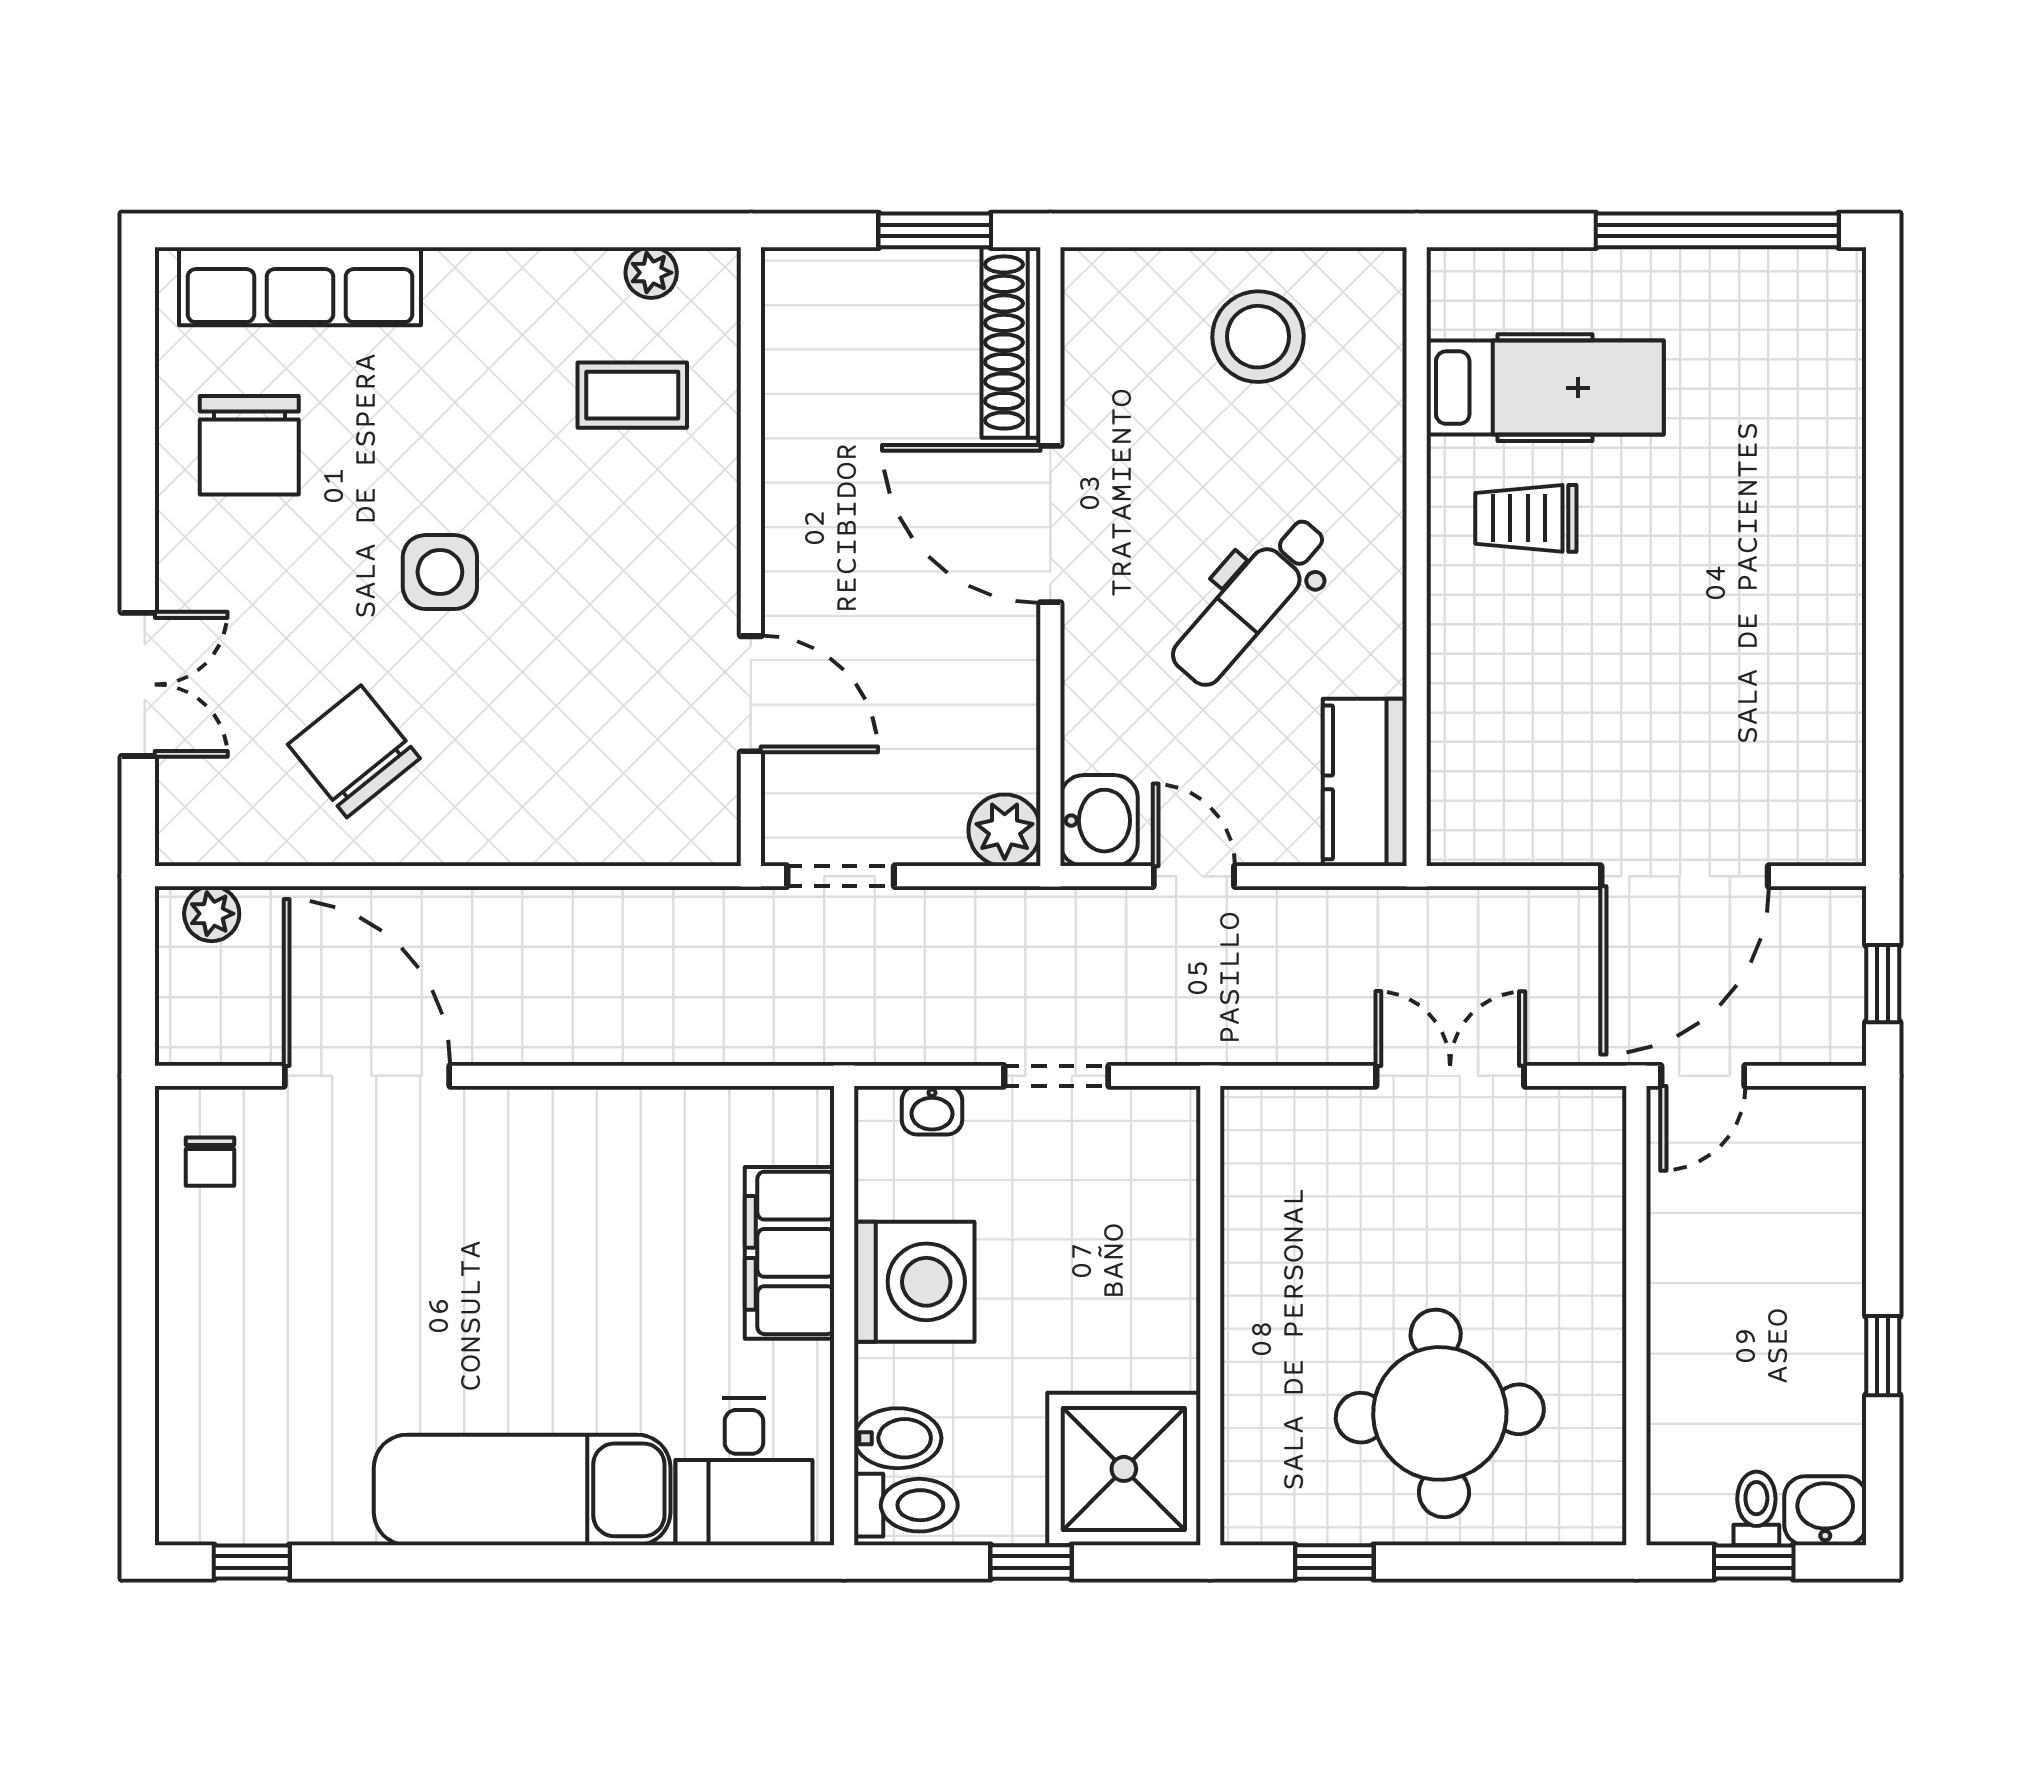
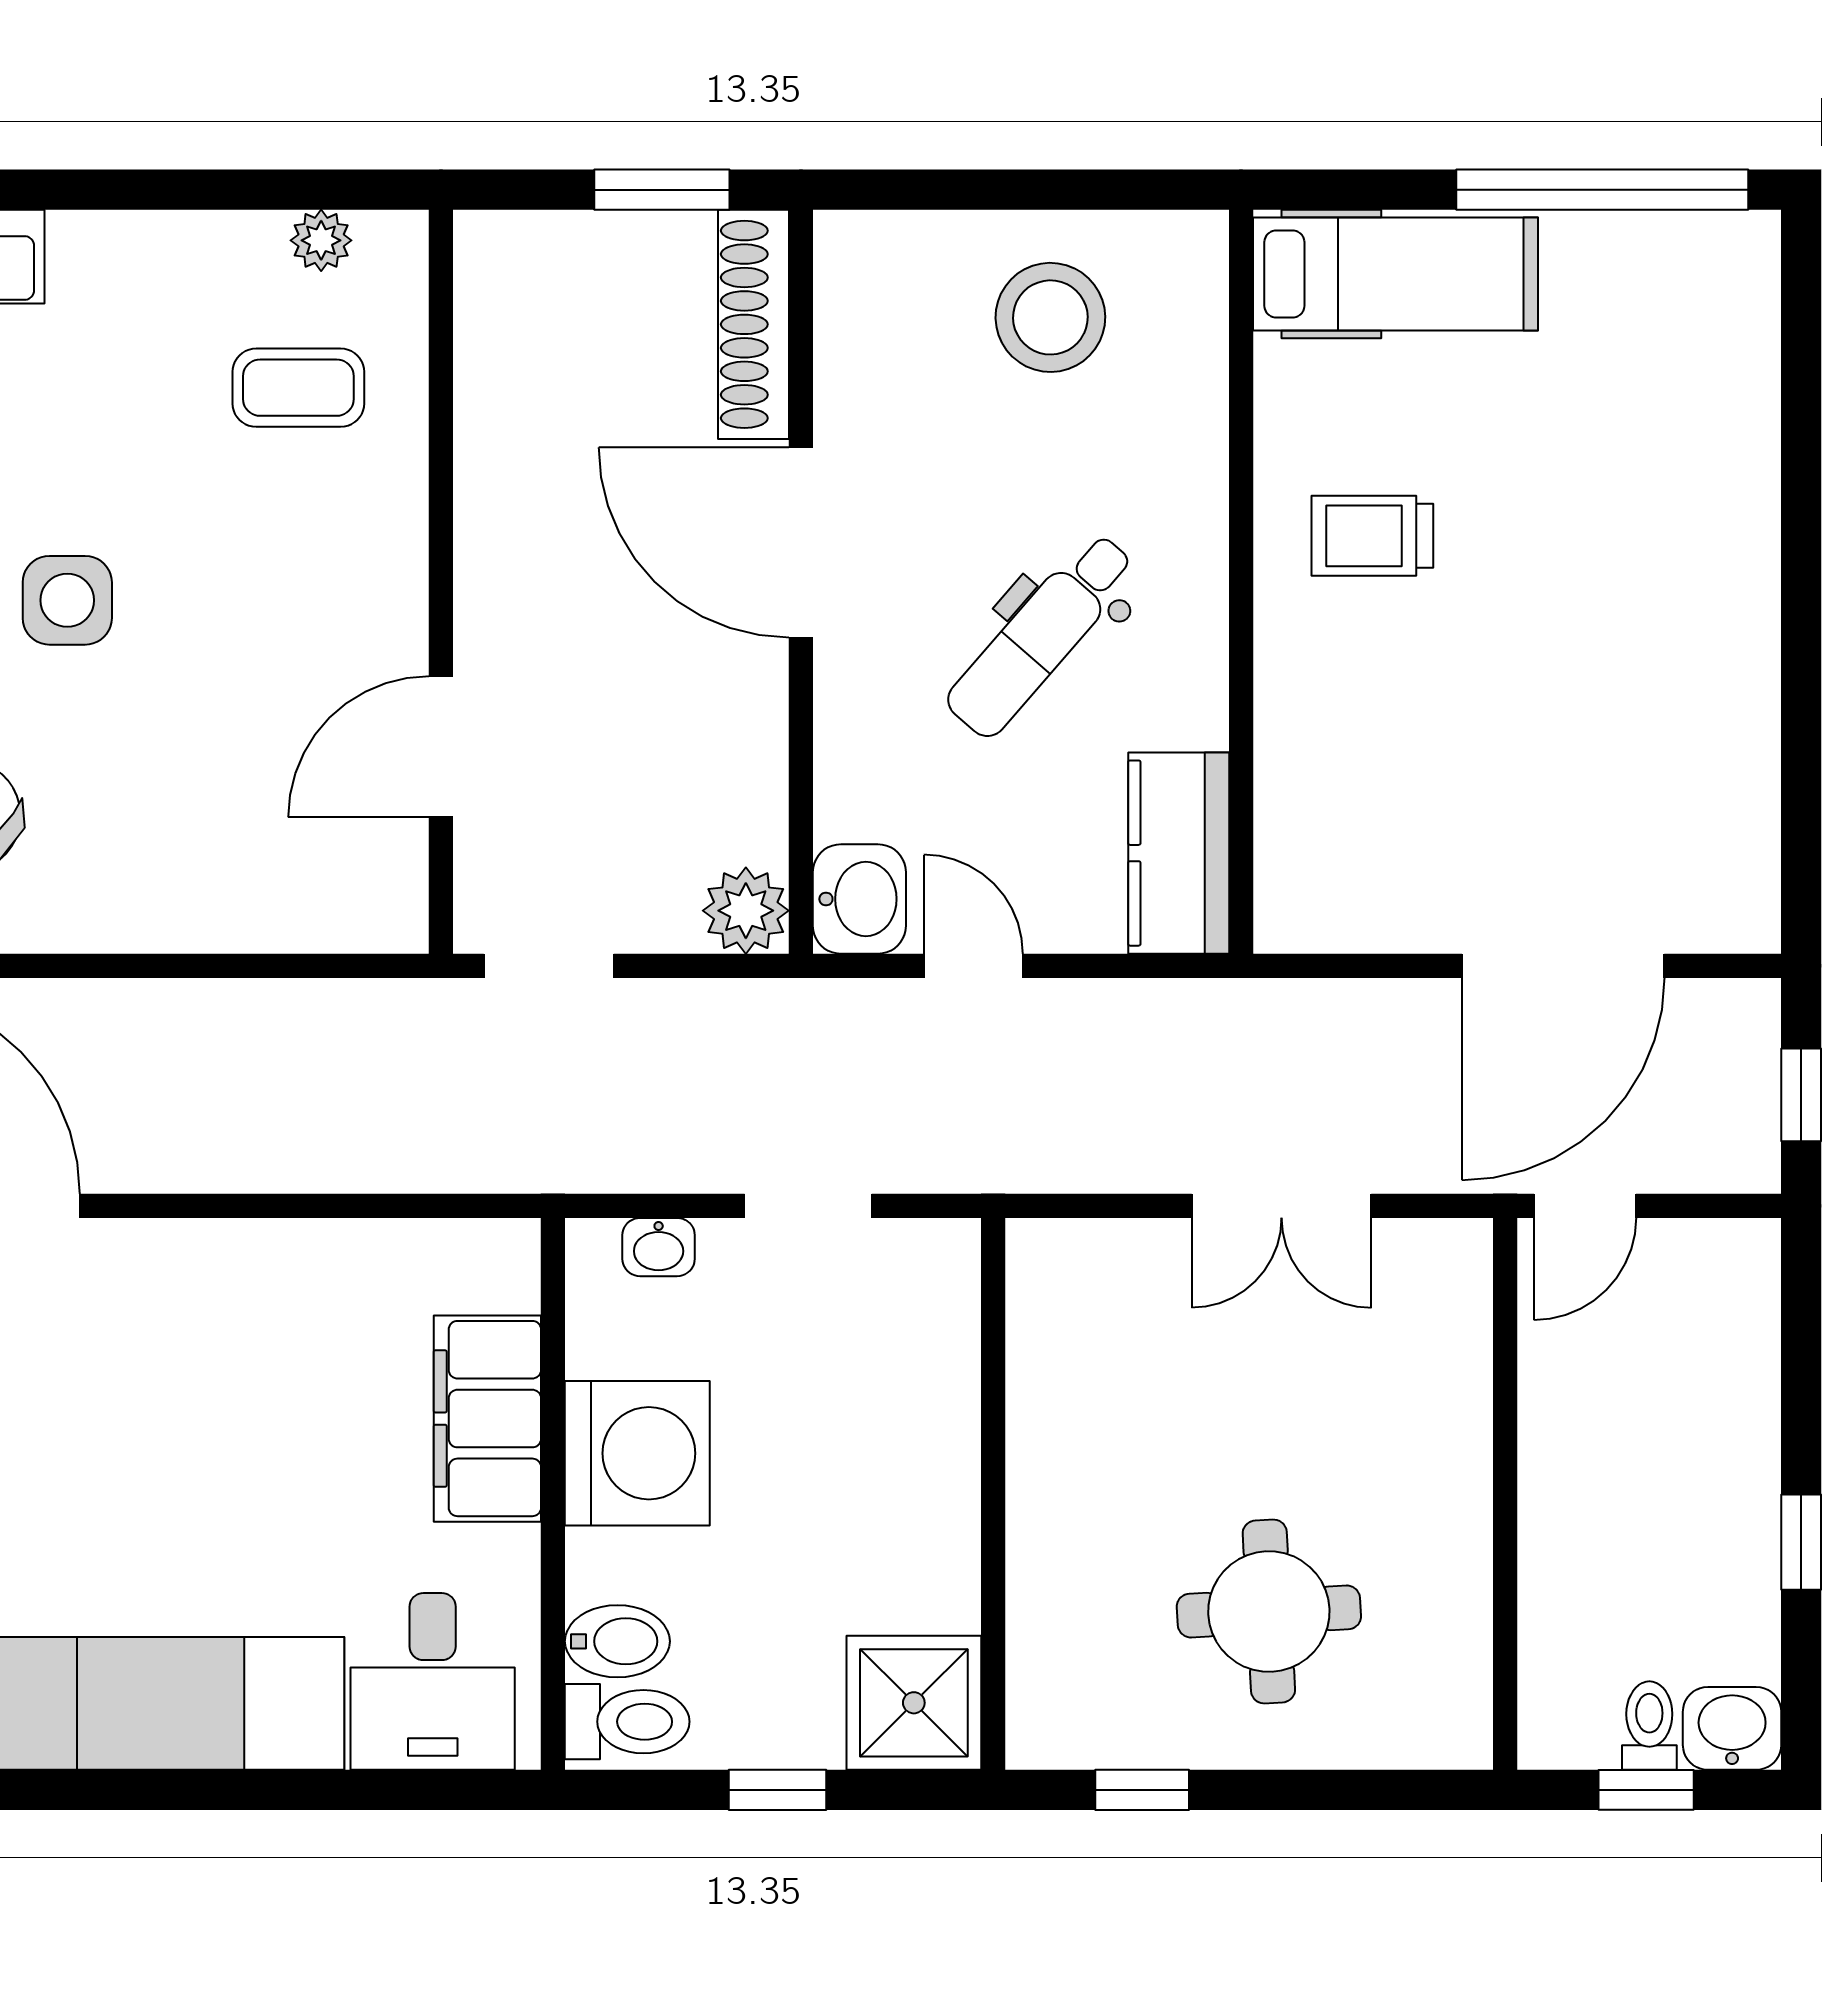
hospital bed: (1545, 388) -> (1395, 274), moved
door: (751, 694) -> (441, 747), swing flipped
double door: (1450, 1076) -> (1281, 1206), swing flipped
round table: (1440, 1413) -> (1269, 1611), width x0.73, depth x0.73
shower: (1124, 1469) -> (914, 1703), width x0.73, depth x0.73

